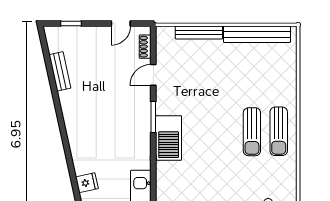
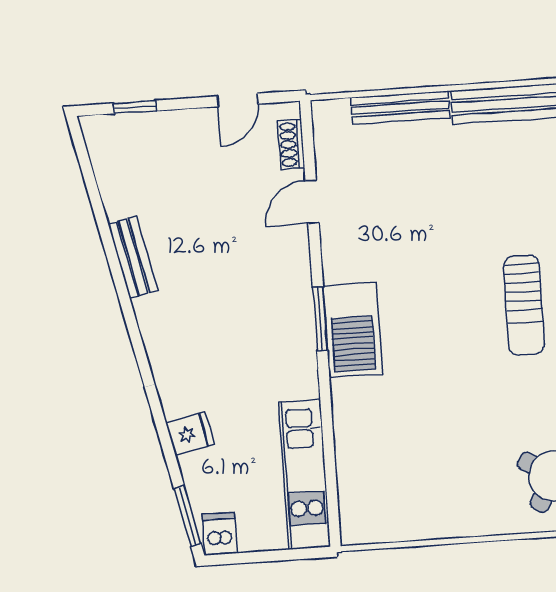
bench: (60, 71) -> (133, 257), moved
window: (153, 117) -> (320, 319), moved

